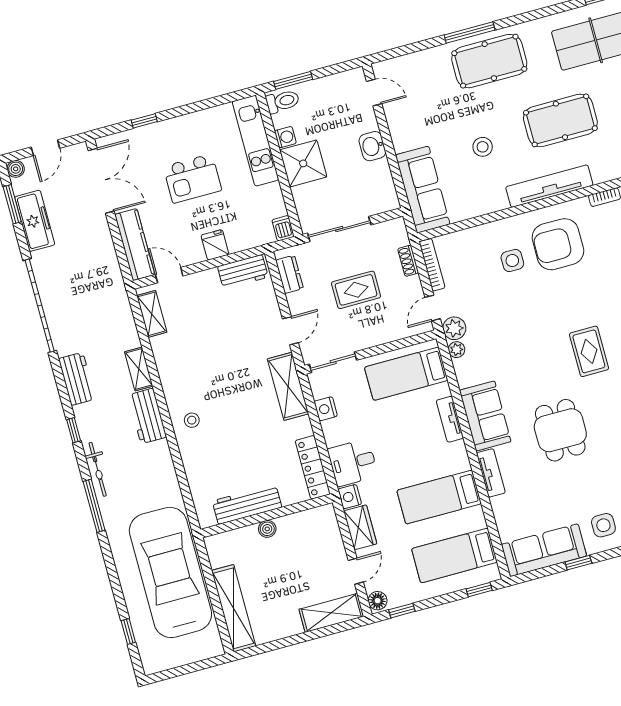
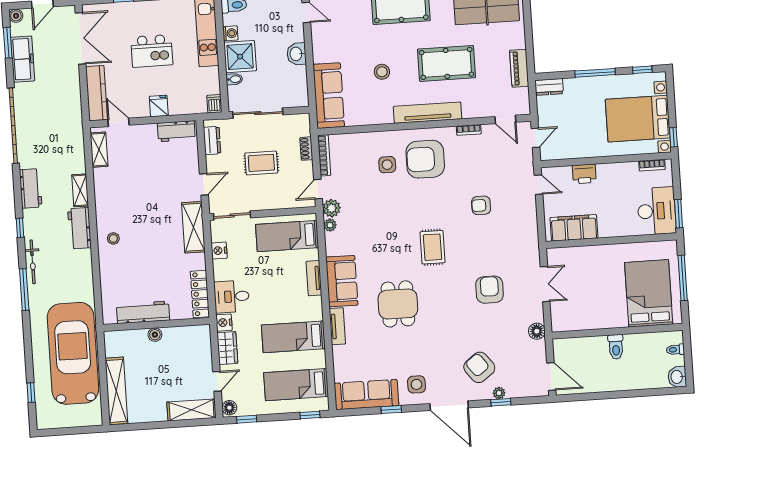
bidet: (302, 193) -> (234, 79), added

